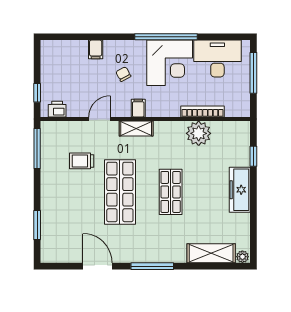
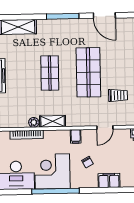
filing cabinet: (96, 49) -> (109, 180), width x2.00
shelving: (136, 129) -> (53, 121), moved
plant: (199, 133) -> (34, 122), width x0.53, depth x0.53

